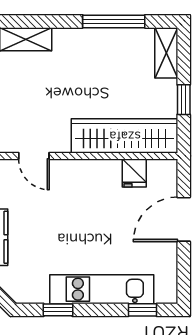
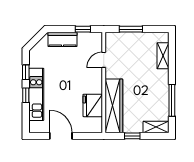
fridge: (134, 173) -> (93, 105), width x1.88, depth x1.34
door: (184, 219) -> (61, 136), moved
window: (143, 310) -> (26, 95), moved

